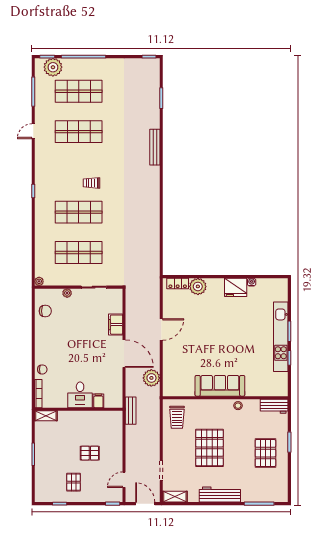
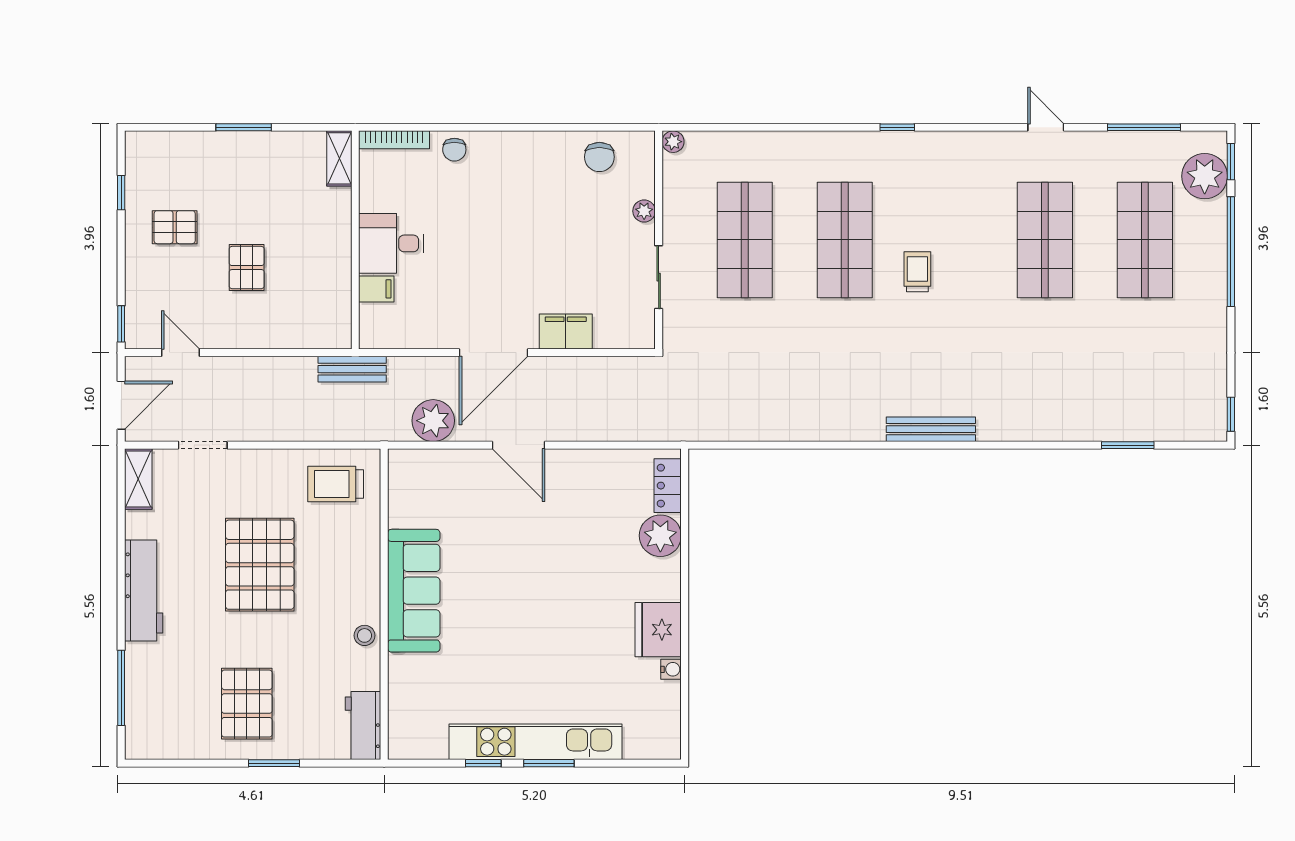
bench: (155, 147) -> (931, 429), moved
door: (161, 329) -> (518, 445), moved
pallet: (209, 448) -> (260, 565), turned 90
pallet: (265, 453) -> (247, 704), turned 90

